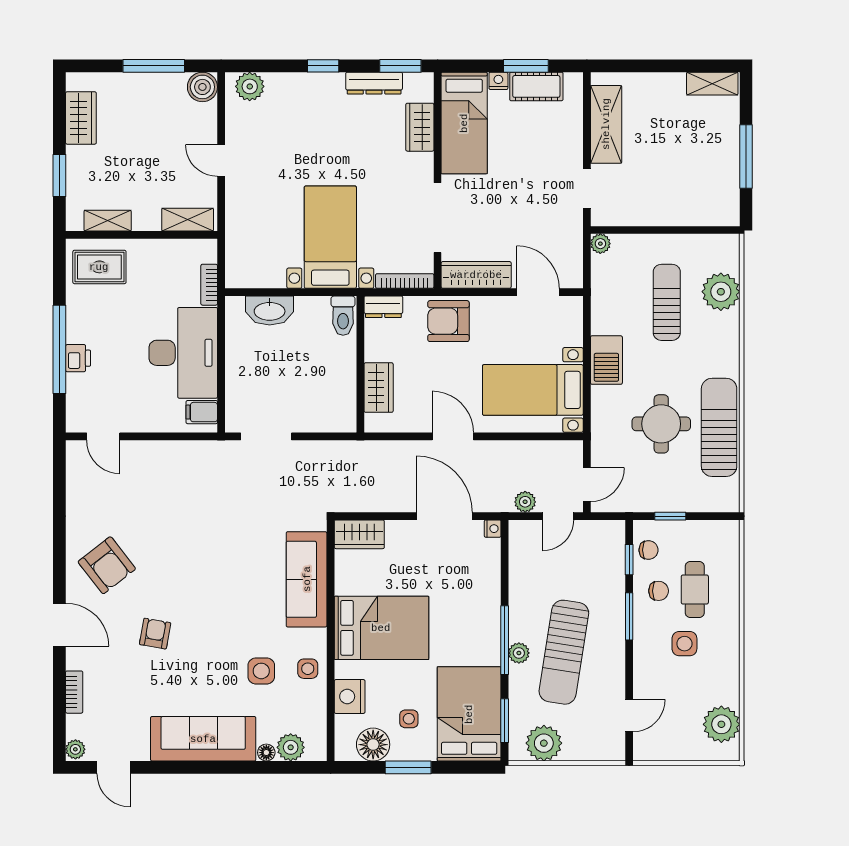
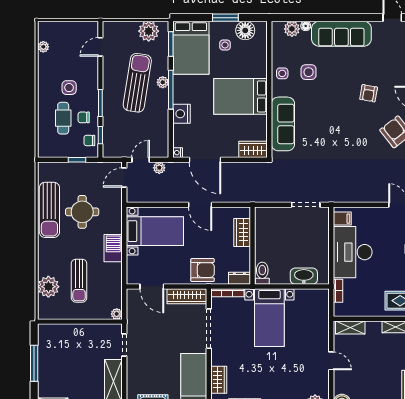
nightstand: (350, 696) -> (182, 114), moved, turned 180
plant: (721, 724) -> (43, 47), width x0.53, depth x0.53

